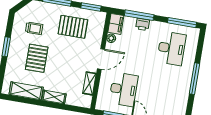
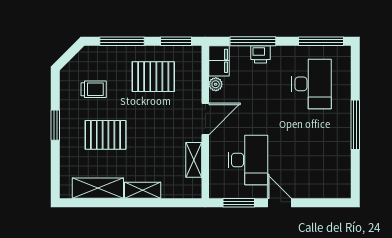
pallet: (37, 58) -> (106, 135), turned 90

